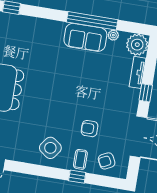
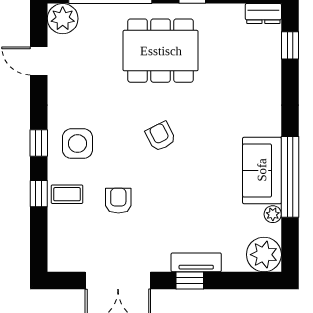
tv unit: (138, 72) -> (196, 262), moved
side table: (50, 148) -> (77, 144), turned -36
armchair: (107, 161) -> (161, 136), moved
window: (46, 172) -> (39, 143), added

